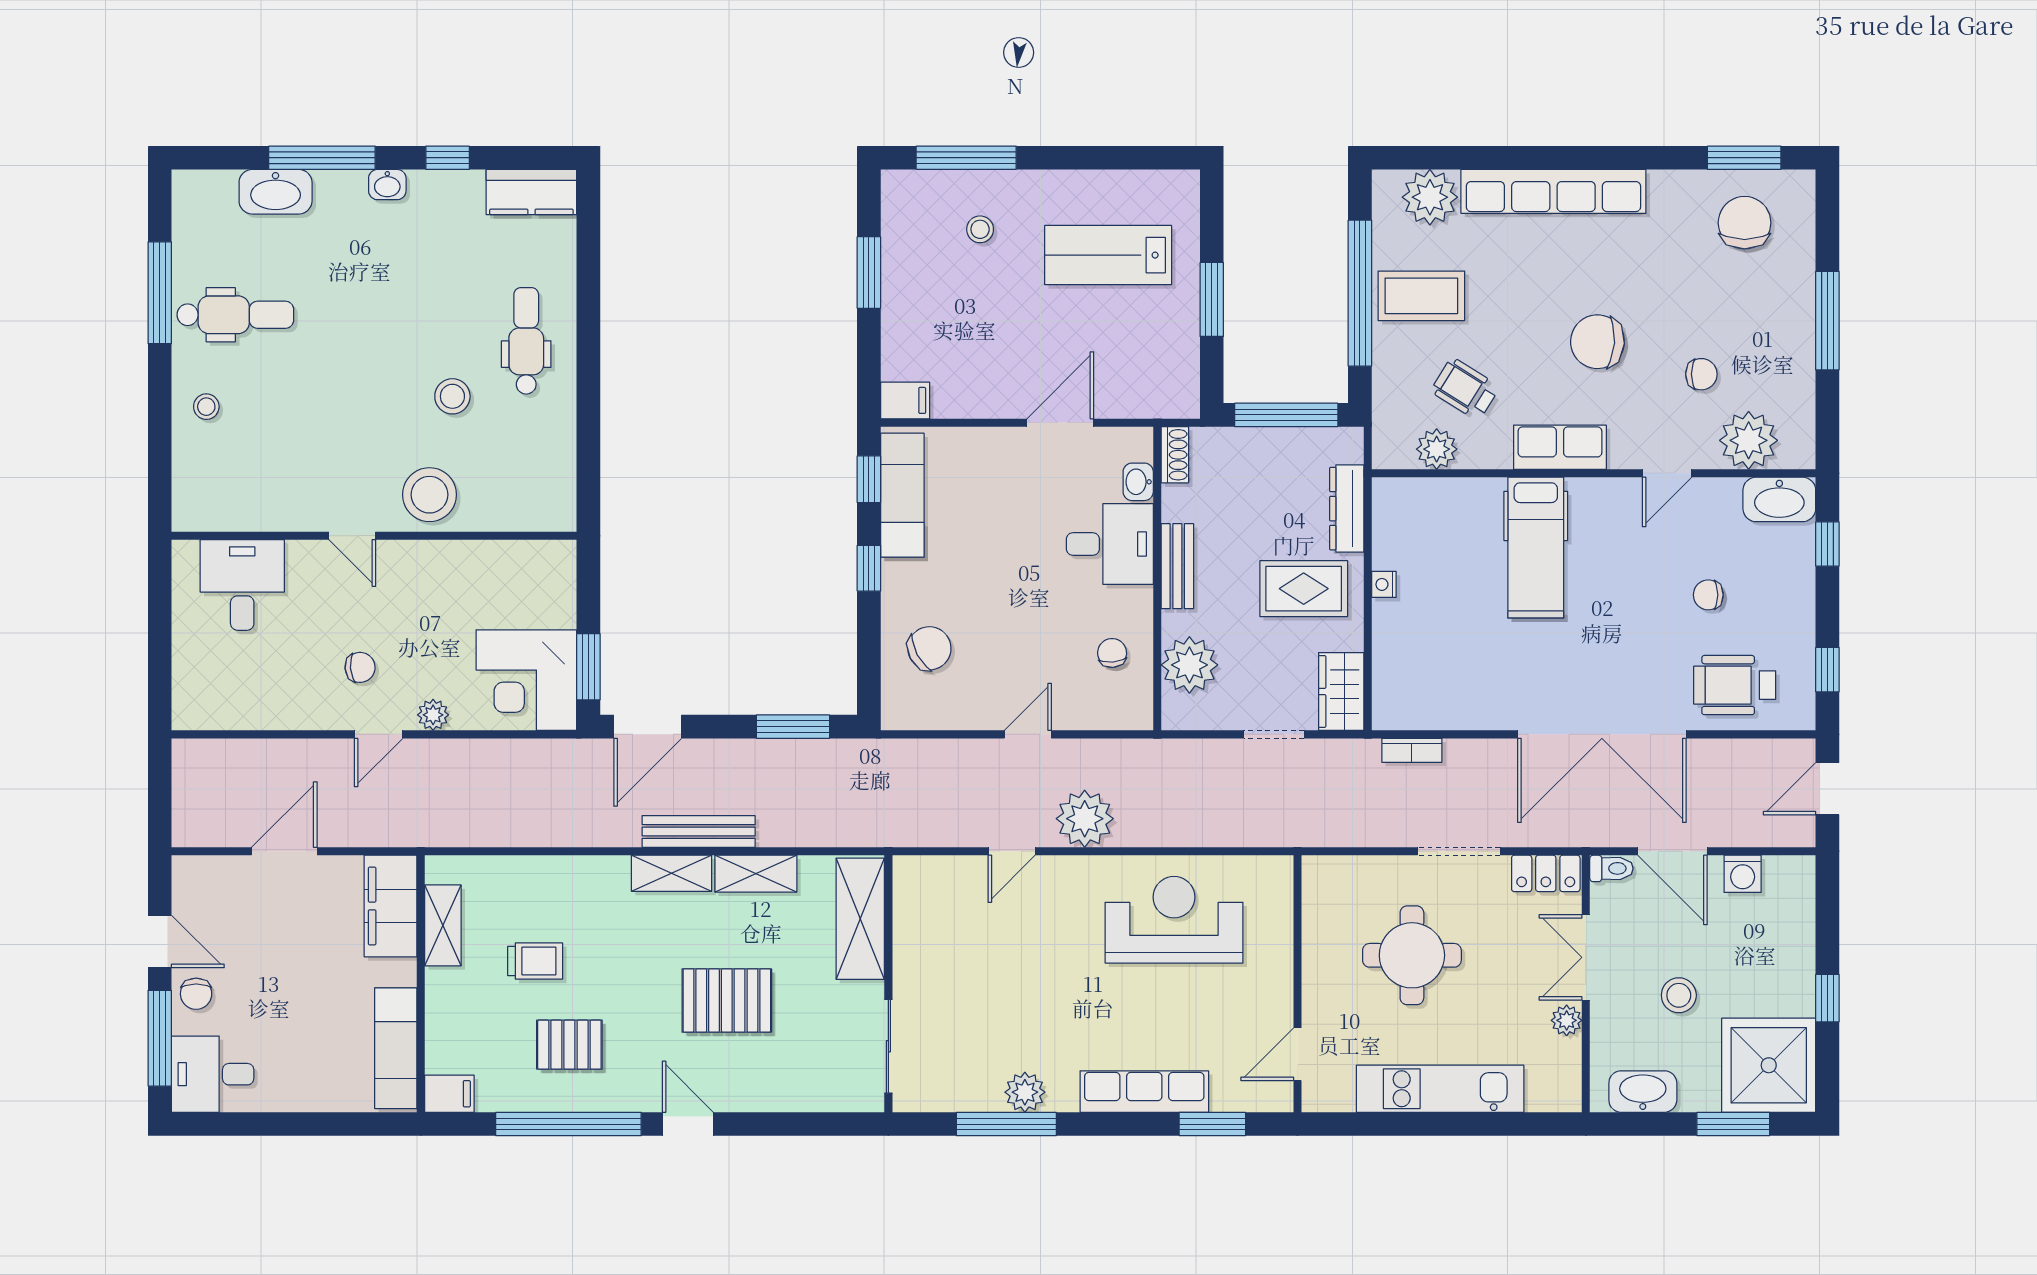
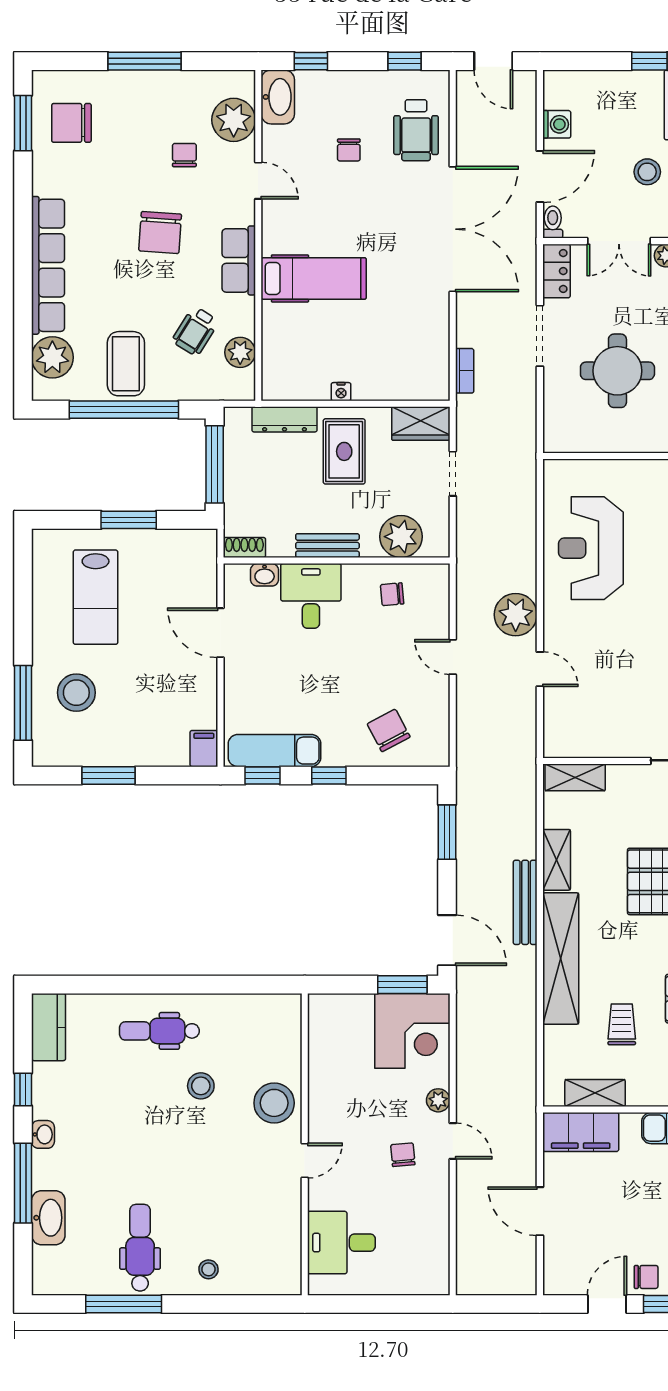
stool: (980, 229) -> (76, 693), width x1.89, depth x1.89
shelving: (672, 873) -> (561, 959), width x2.20, depth x1.33
shelving: (860, 919) -> (575, 777), width x0.67, depth x0.75

